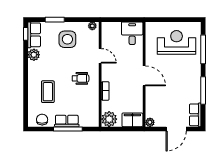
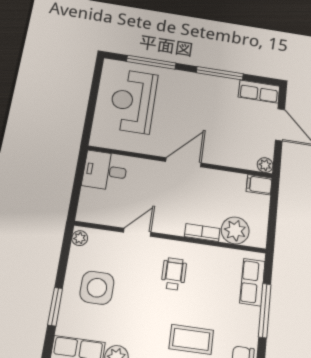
plant: (109, 119) -> (235, 230), moved
filing cabinet: (132, 120) -> (259, 185), width x0.50
row of seats: (67, 121) -> (252, 282), moved

